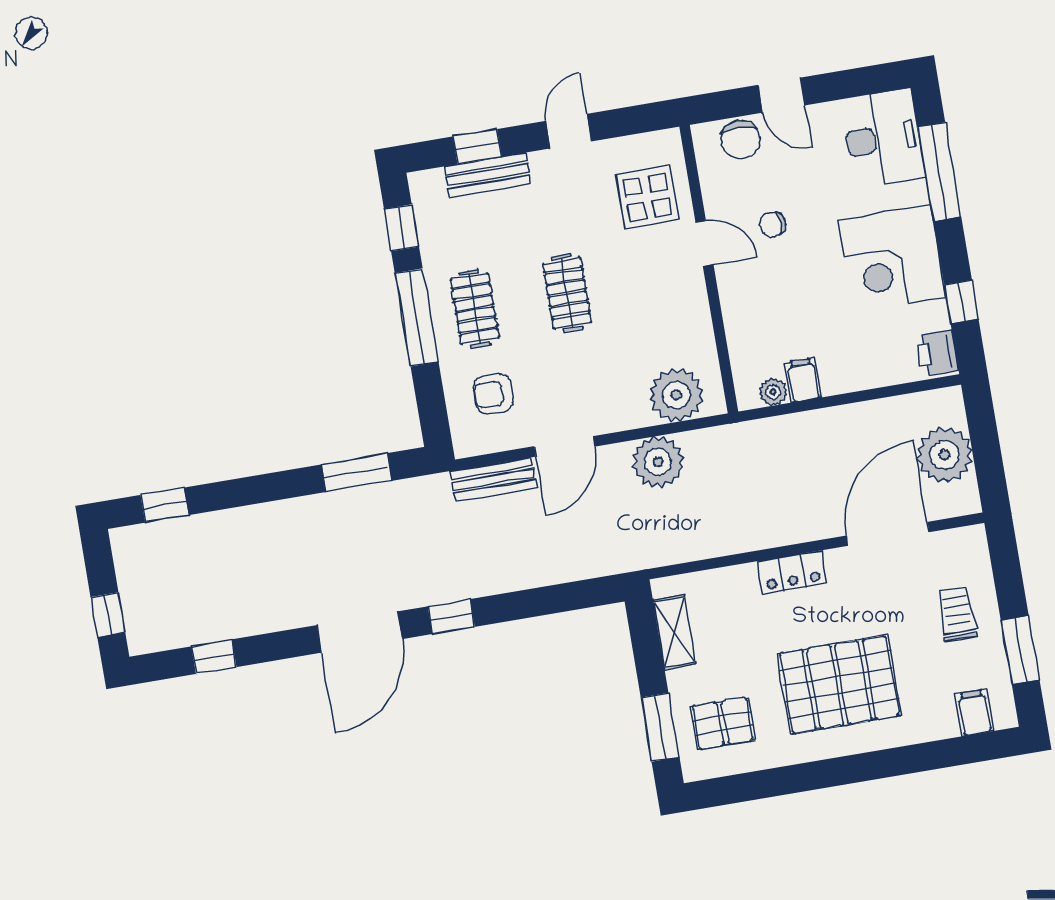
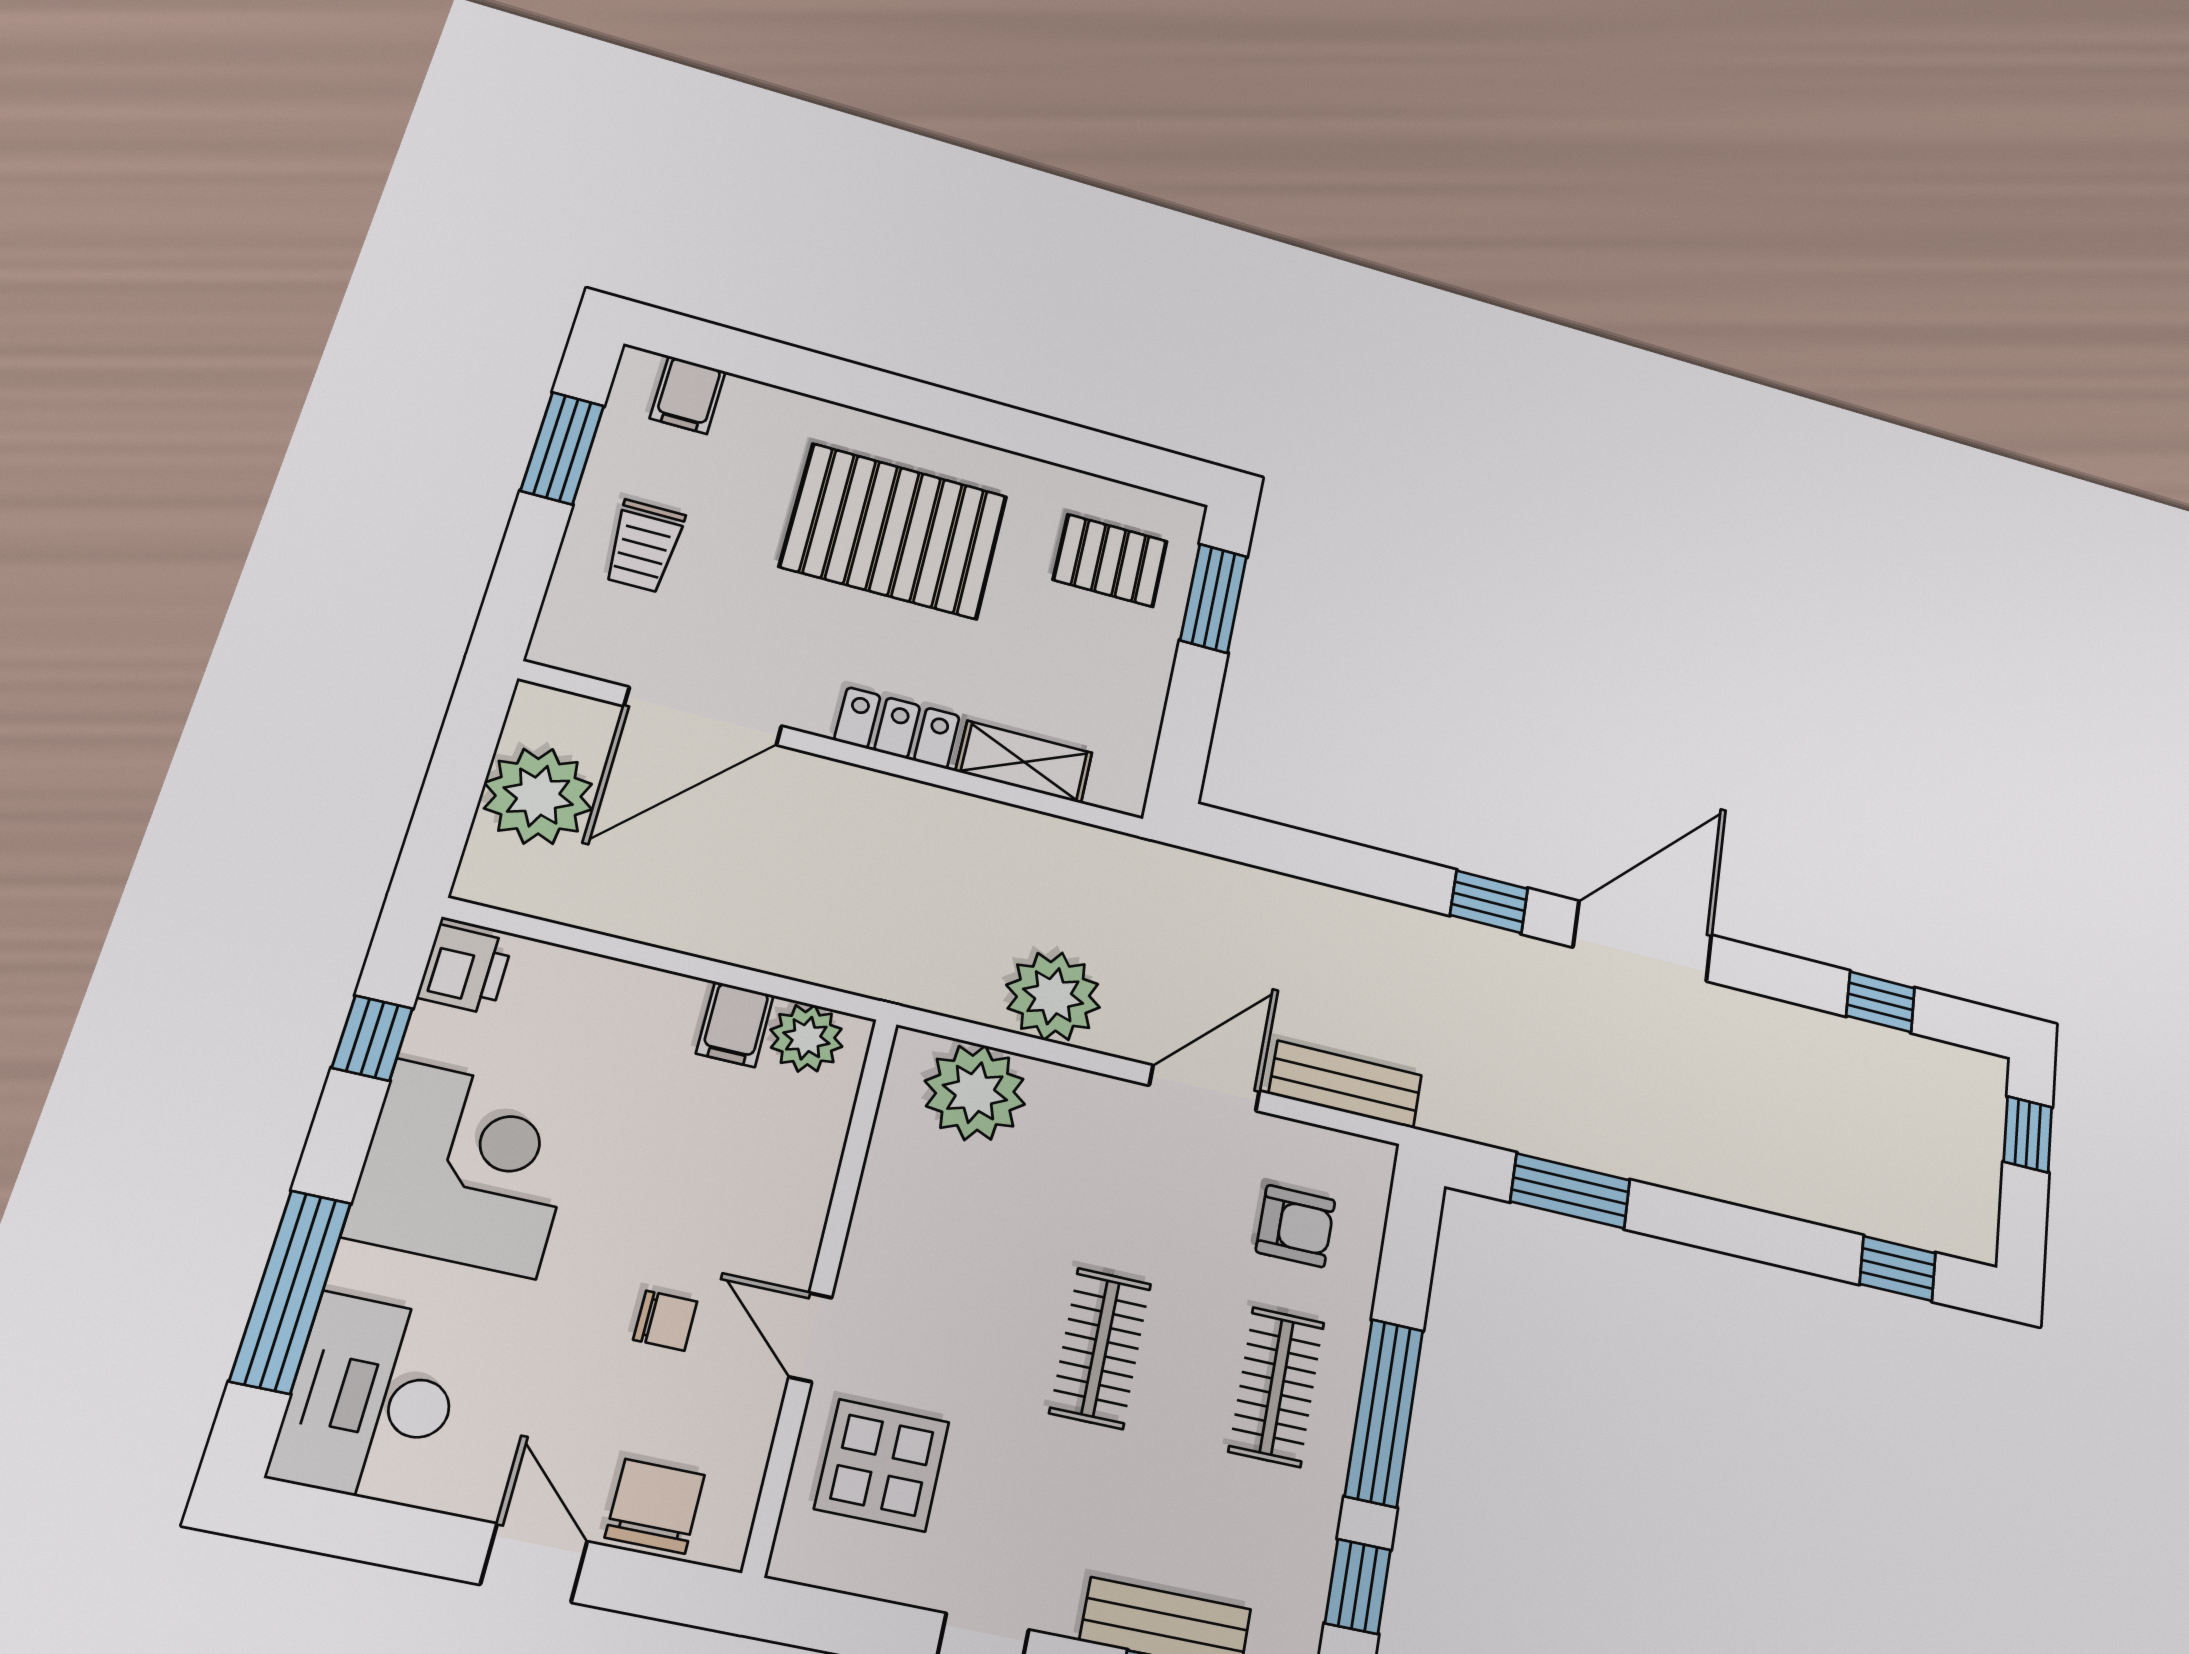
plant: (773, 392) -> (806, 1038), width x1.38, depth x1.38
shelving: (674, 632) -> (1024, 762), moved, turned 90

